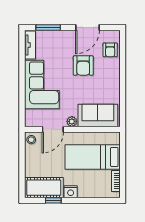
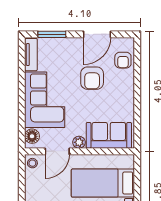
floor lamp: (31, 116) -> (32, 136), added

